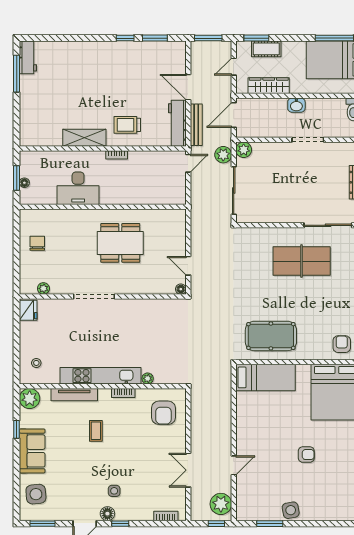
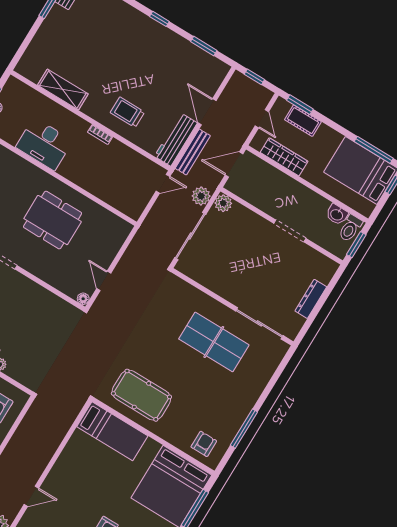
window: (125, 38) -> (159, 19), moved
window: (208, 38) -> (254, 77), width x0.67
door: (234, 67) -> (262, 119), swing flipped
washbasin: (296, 105) -> (337, 214), moved
shelving: (84, 138) -> (63, 90), moved

